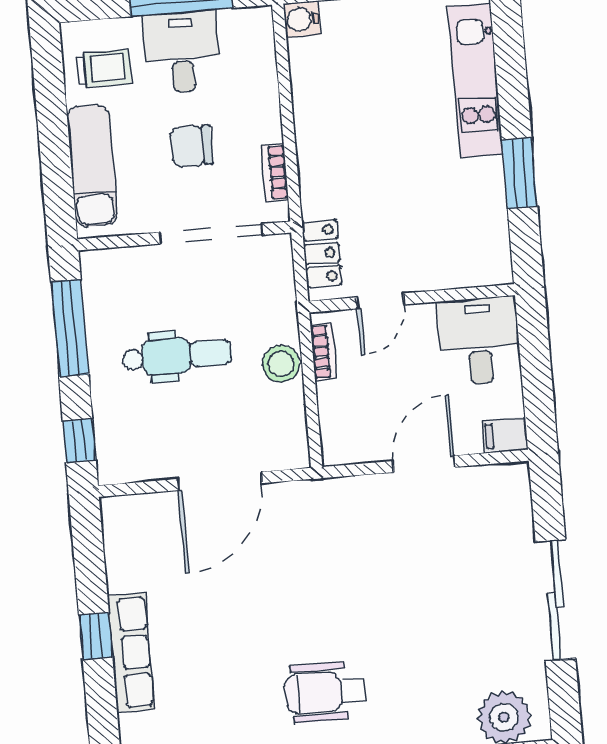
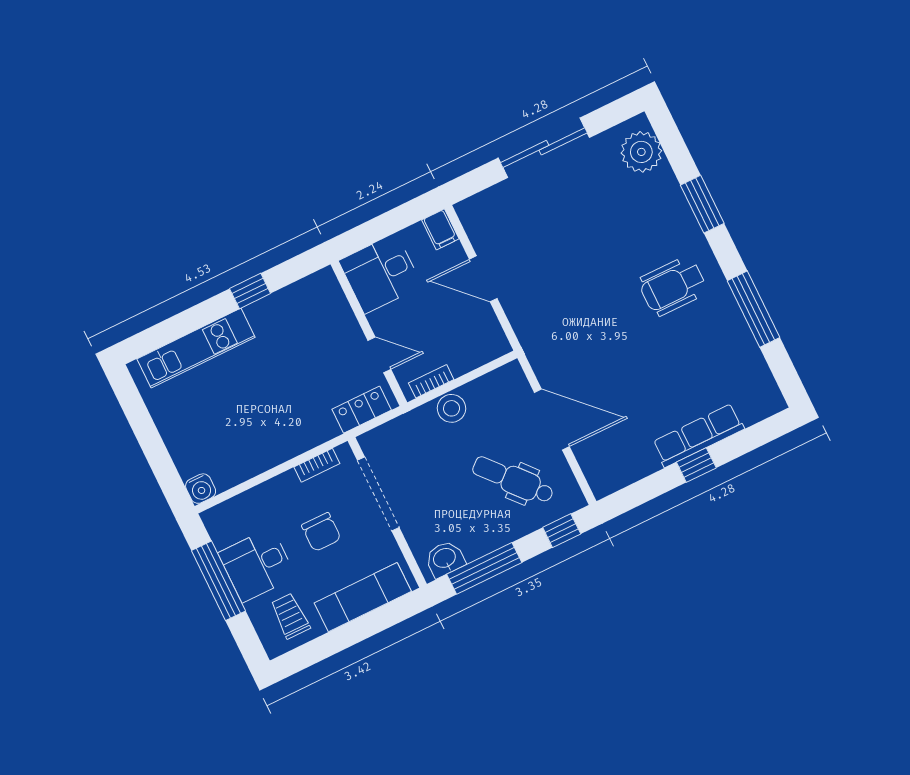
window: (520, 173) -> (250, 291), width x0.67
washbasin: (100, 284) -> (445, 559), added
dental chair: (177, 356) -> (513, 480), moved, turned -41
wheelchair: (326, 692) -> (673, 286), turned 90

